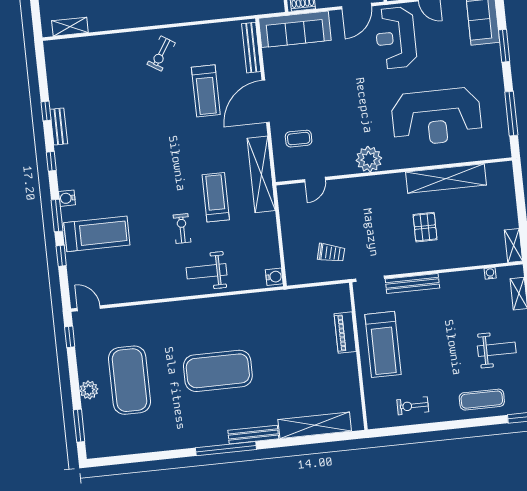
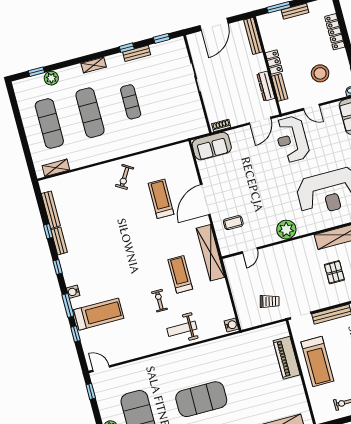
sofa: (295, 29) -> (212, 146), width x0.73
bench: (251, 48) -> (51, 210), moved
treadmill: (206, 91) -> (161, 199), turned 180
piano: (345, 333) -> (287, 358), width x1.37, depth x1.33

